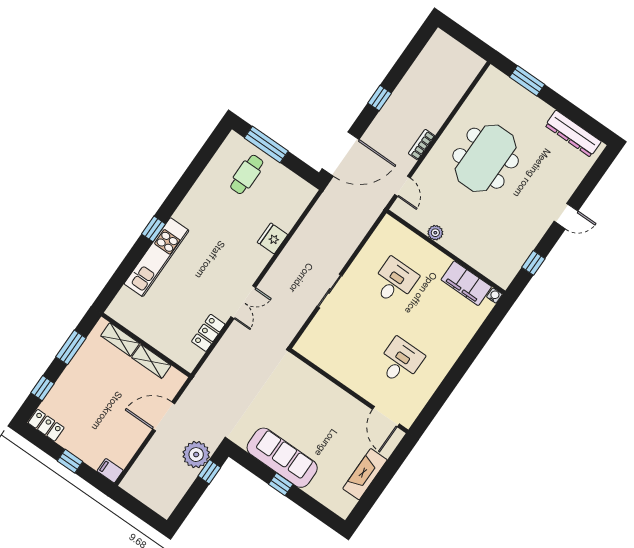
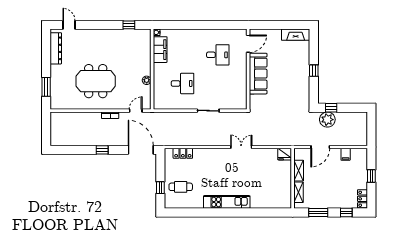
window: (266, 144) -> (160, 188), width x0.46
door: (566, 216) -> (69, 25), moved
window: (154, 229) -> (236, 213), removed
fridge: (272, 238) -> (285, 154), moved
kitchen unit: (157, 257) -> (227, 202), moved
desk: (394, 281) -> (183, 83), turned 180
locker: (208, 333) -> (183, 153), moved
desk: (400, 361) -> (218, 55), turned 180
door: (164, 416) -> (320, 147), hinge flipped
sofa: (282, 458) -> (258, 74), moved, turned 180
filing cabinet: (110, 471) -> (346, 154), moved
fireplace: (365, 474) -> (296, 35), moved

